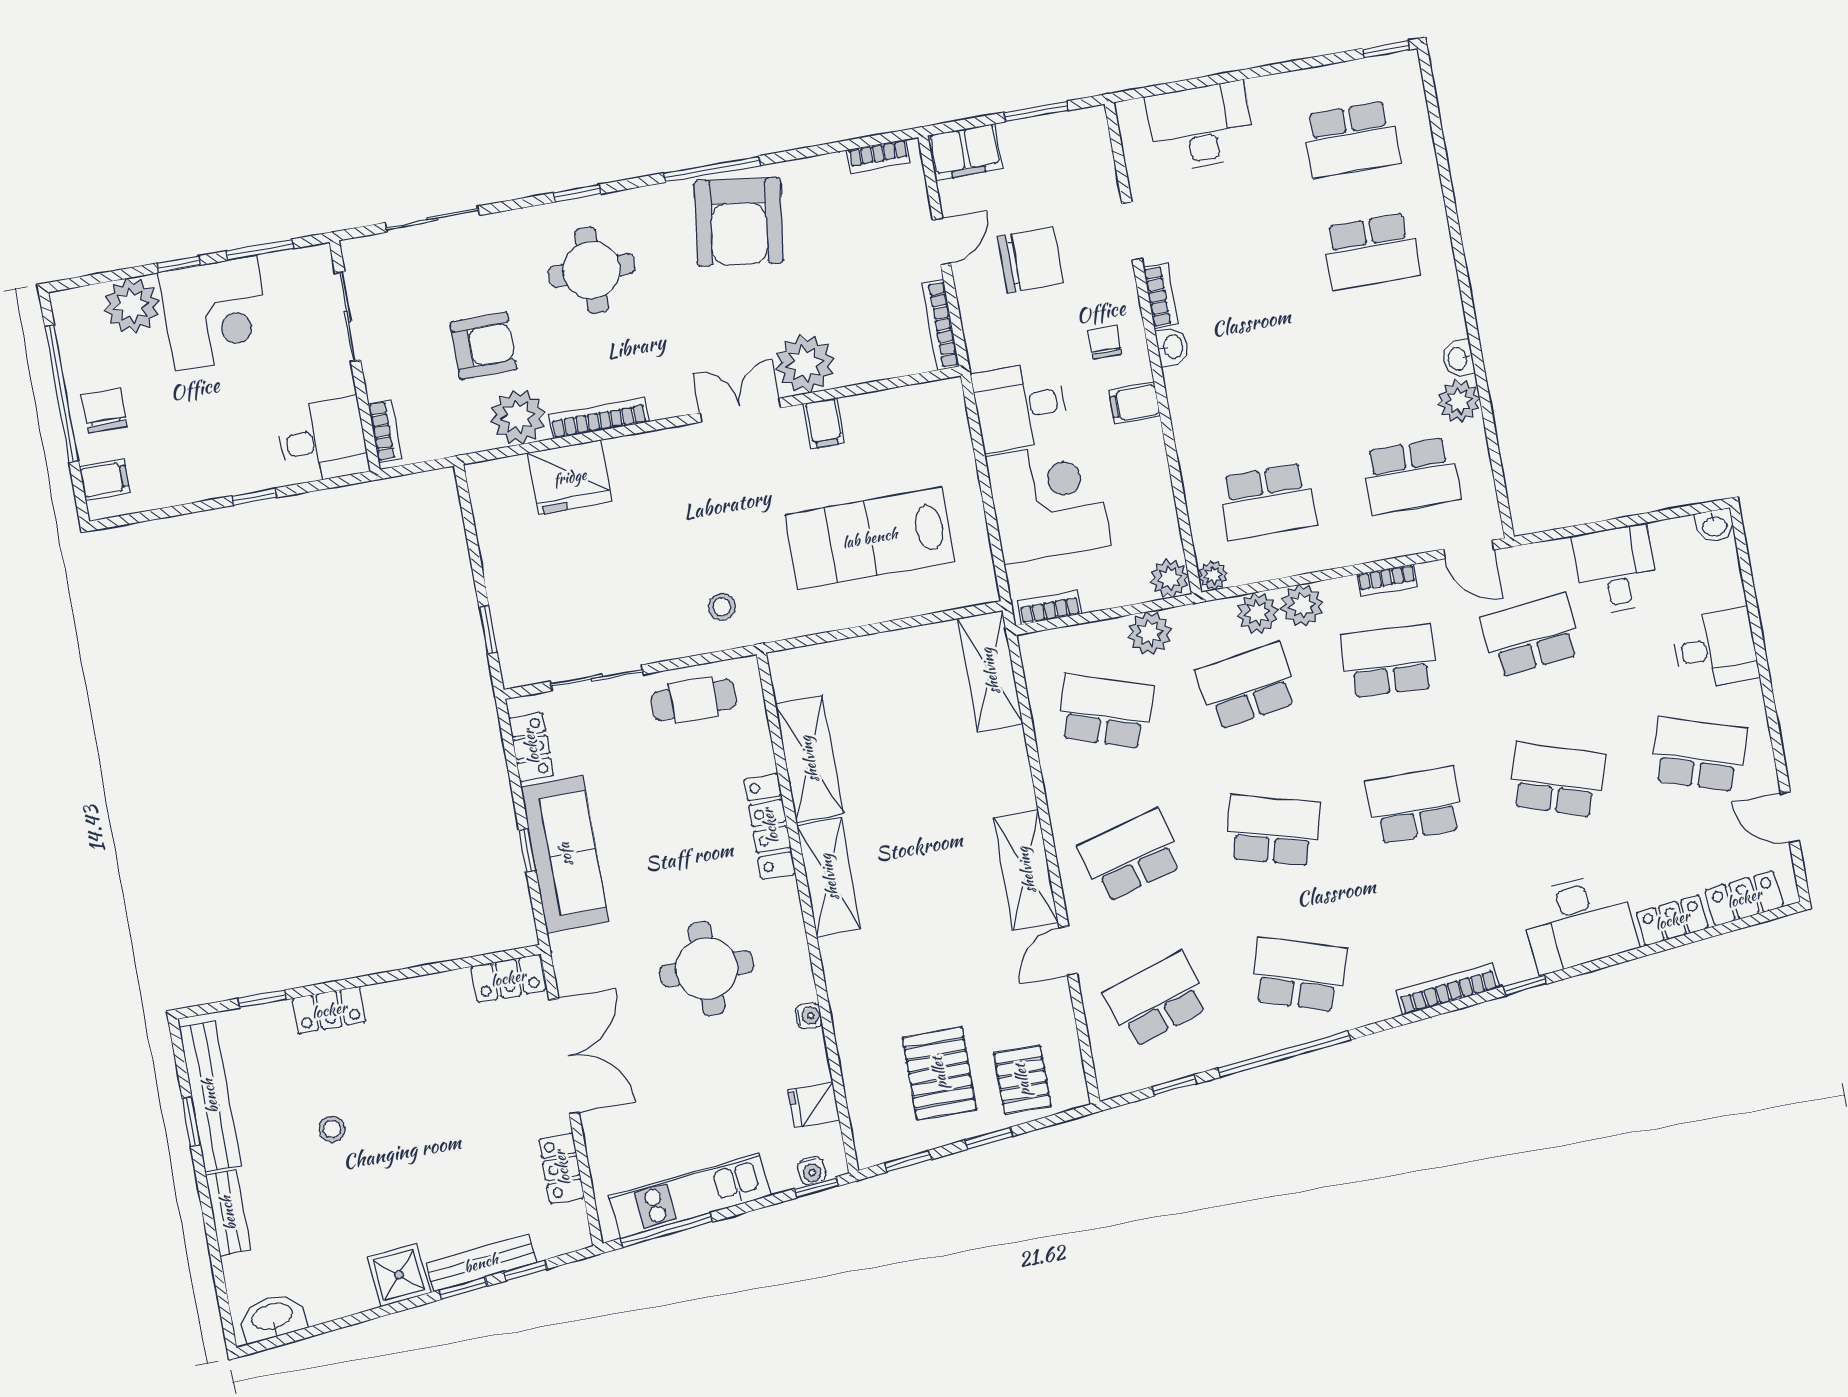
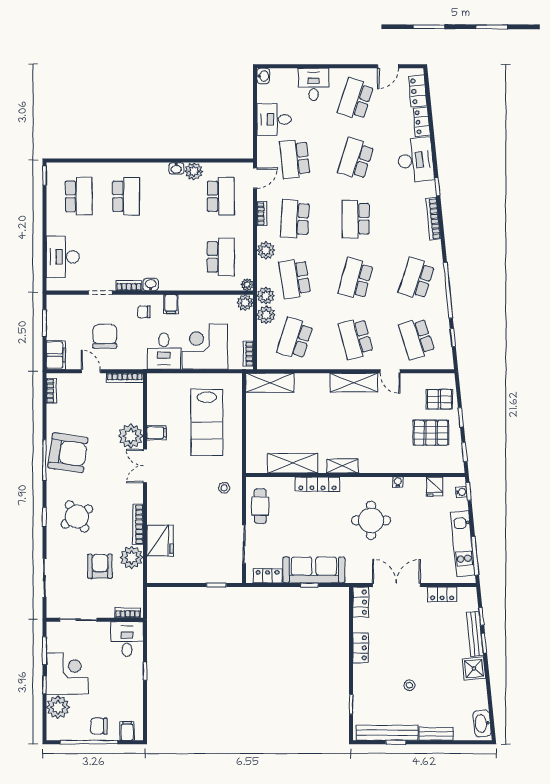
round table: (592, 270) -> (77, 516), turned -33
plant: (1258, 613) -> (266, 296), moved
shelving: (829, 877) -> (342, 466), width x0.67, depth x0.75
locker: (329, 1010) -> (360, 648), moved

